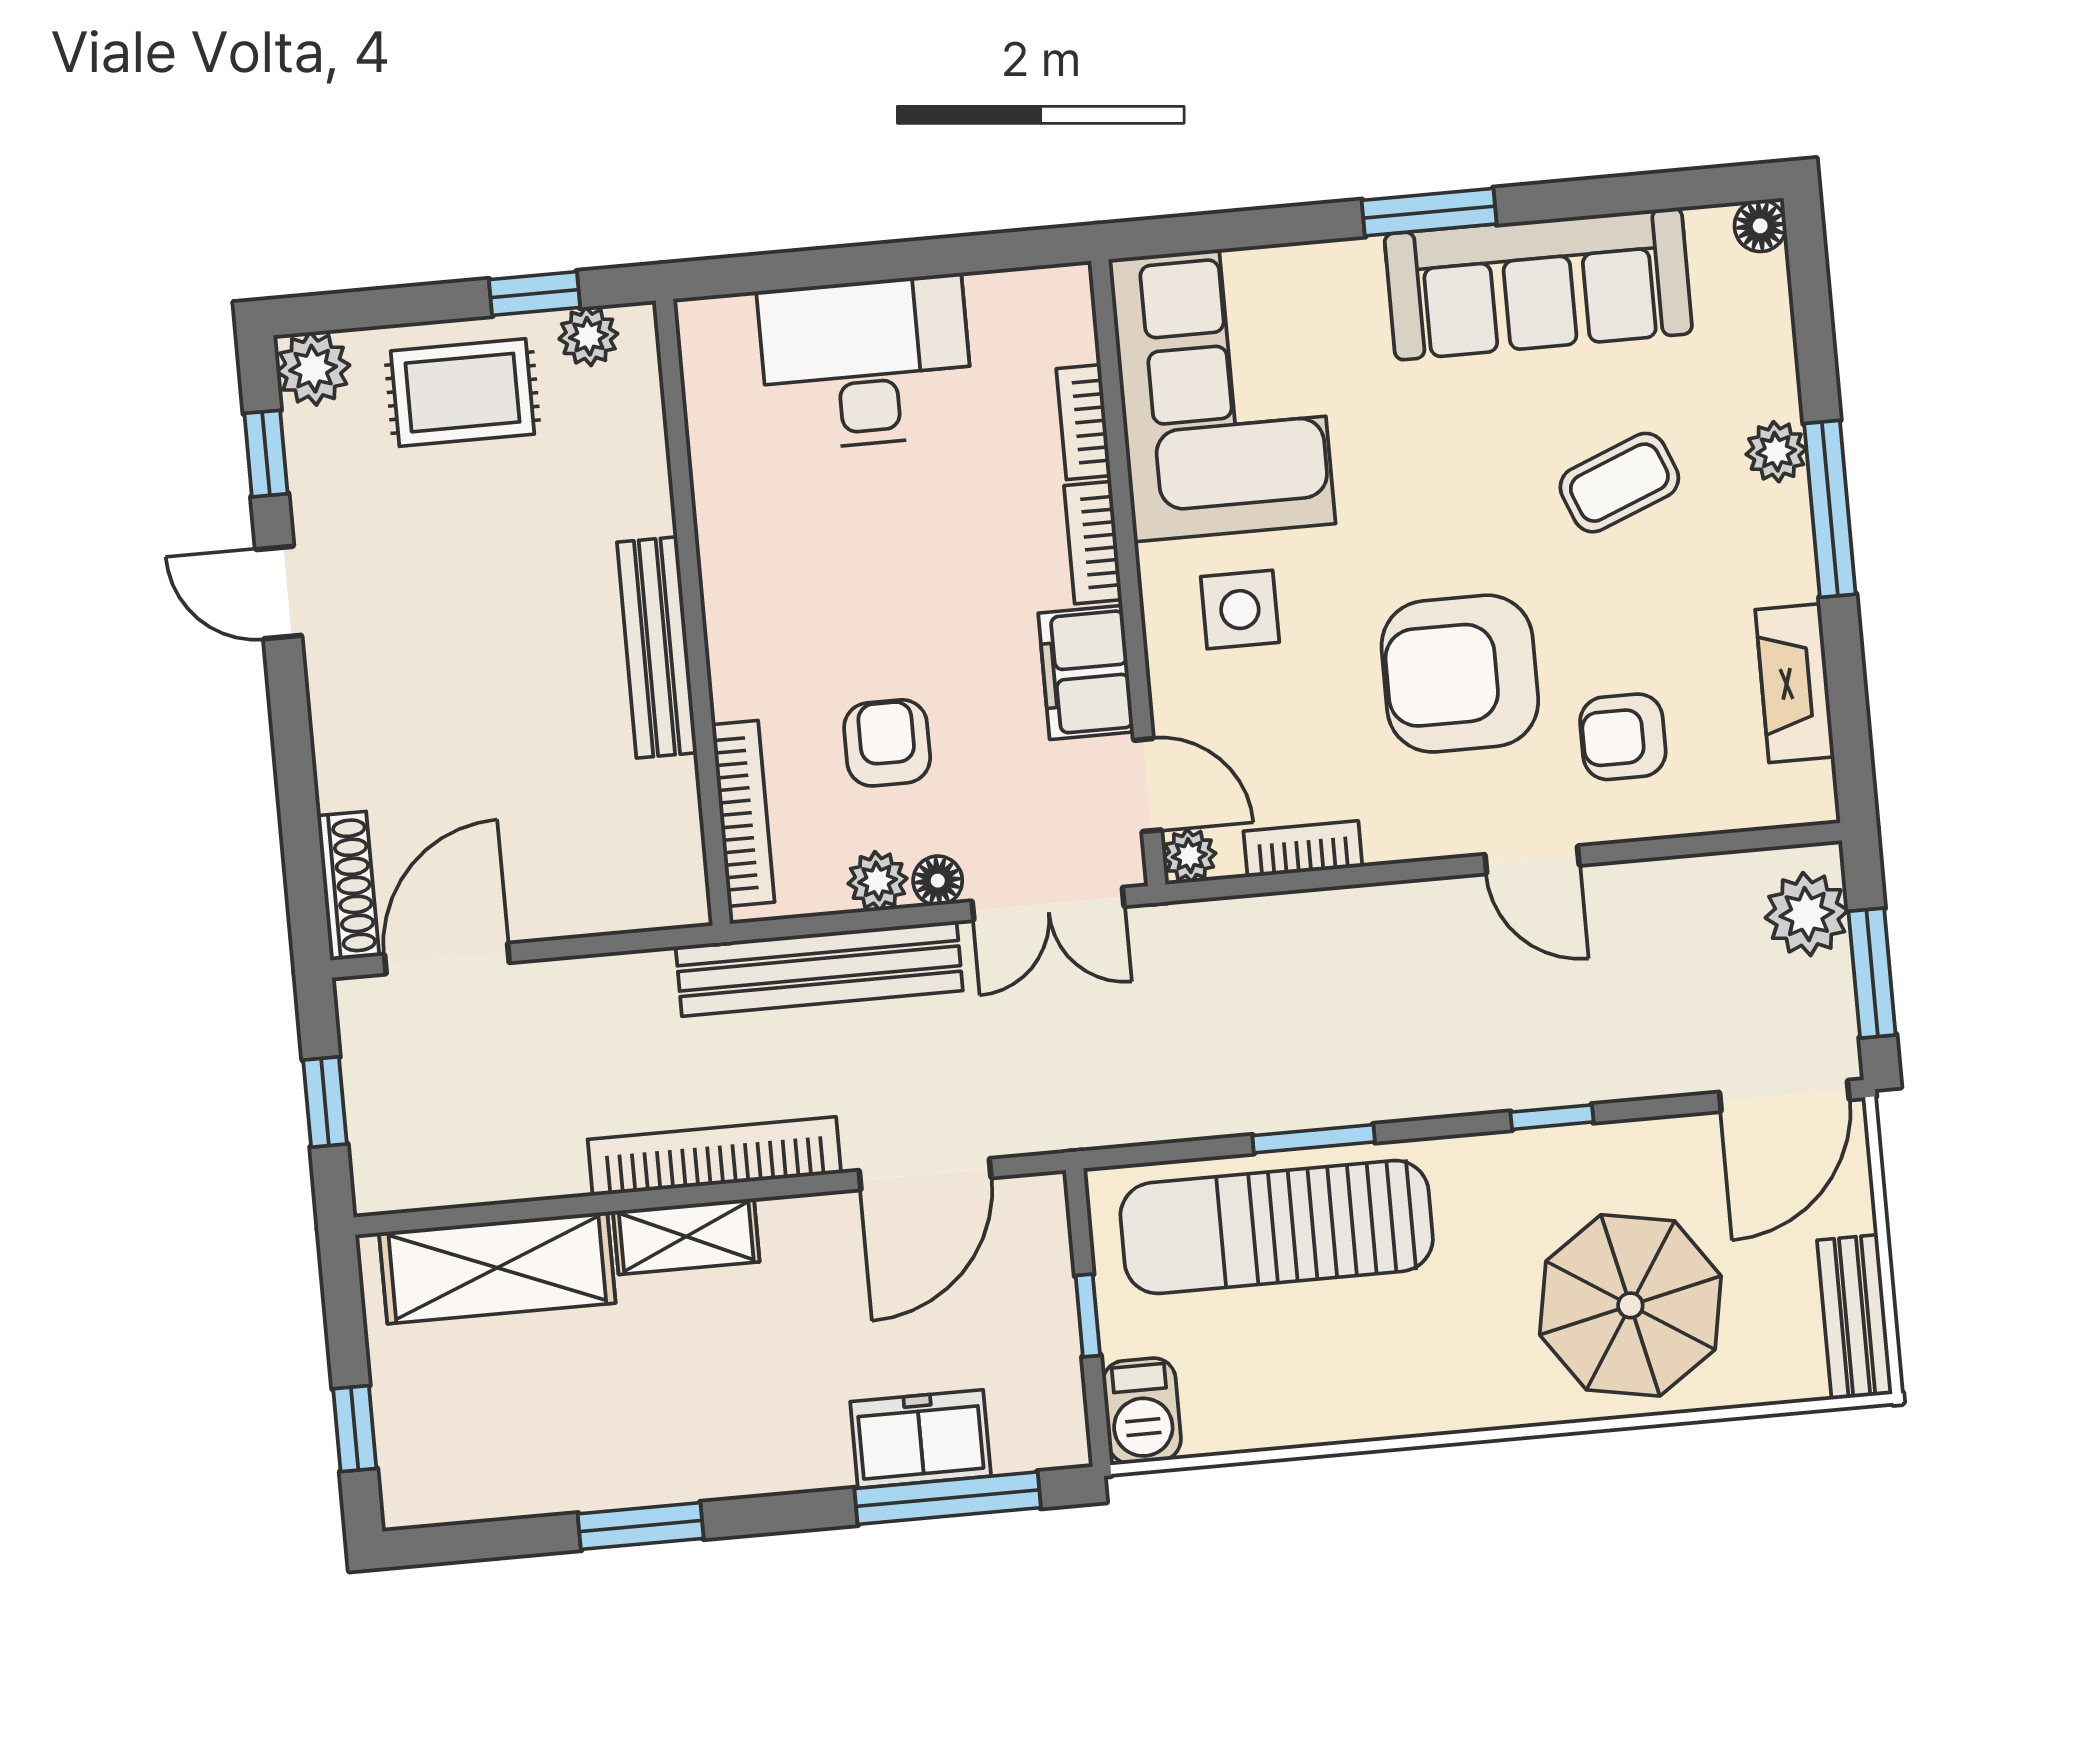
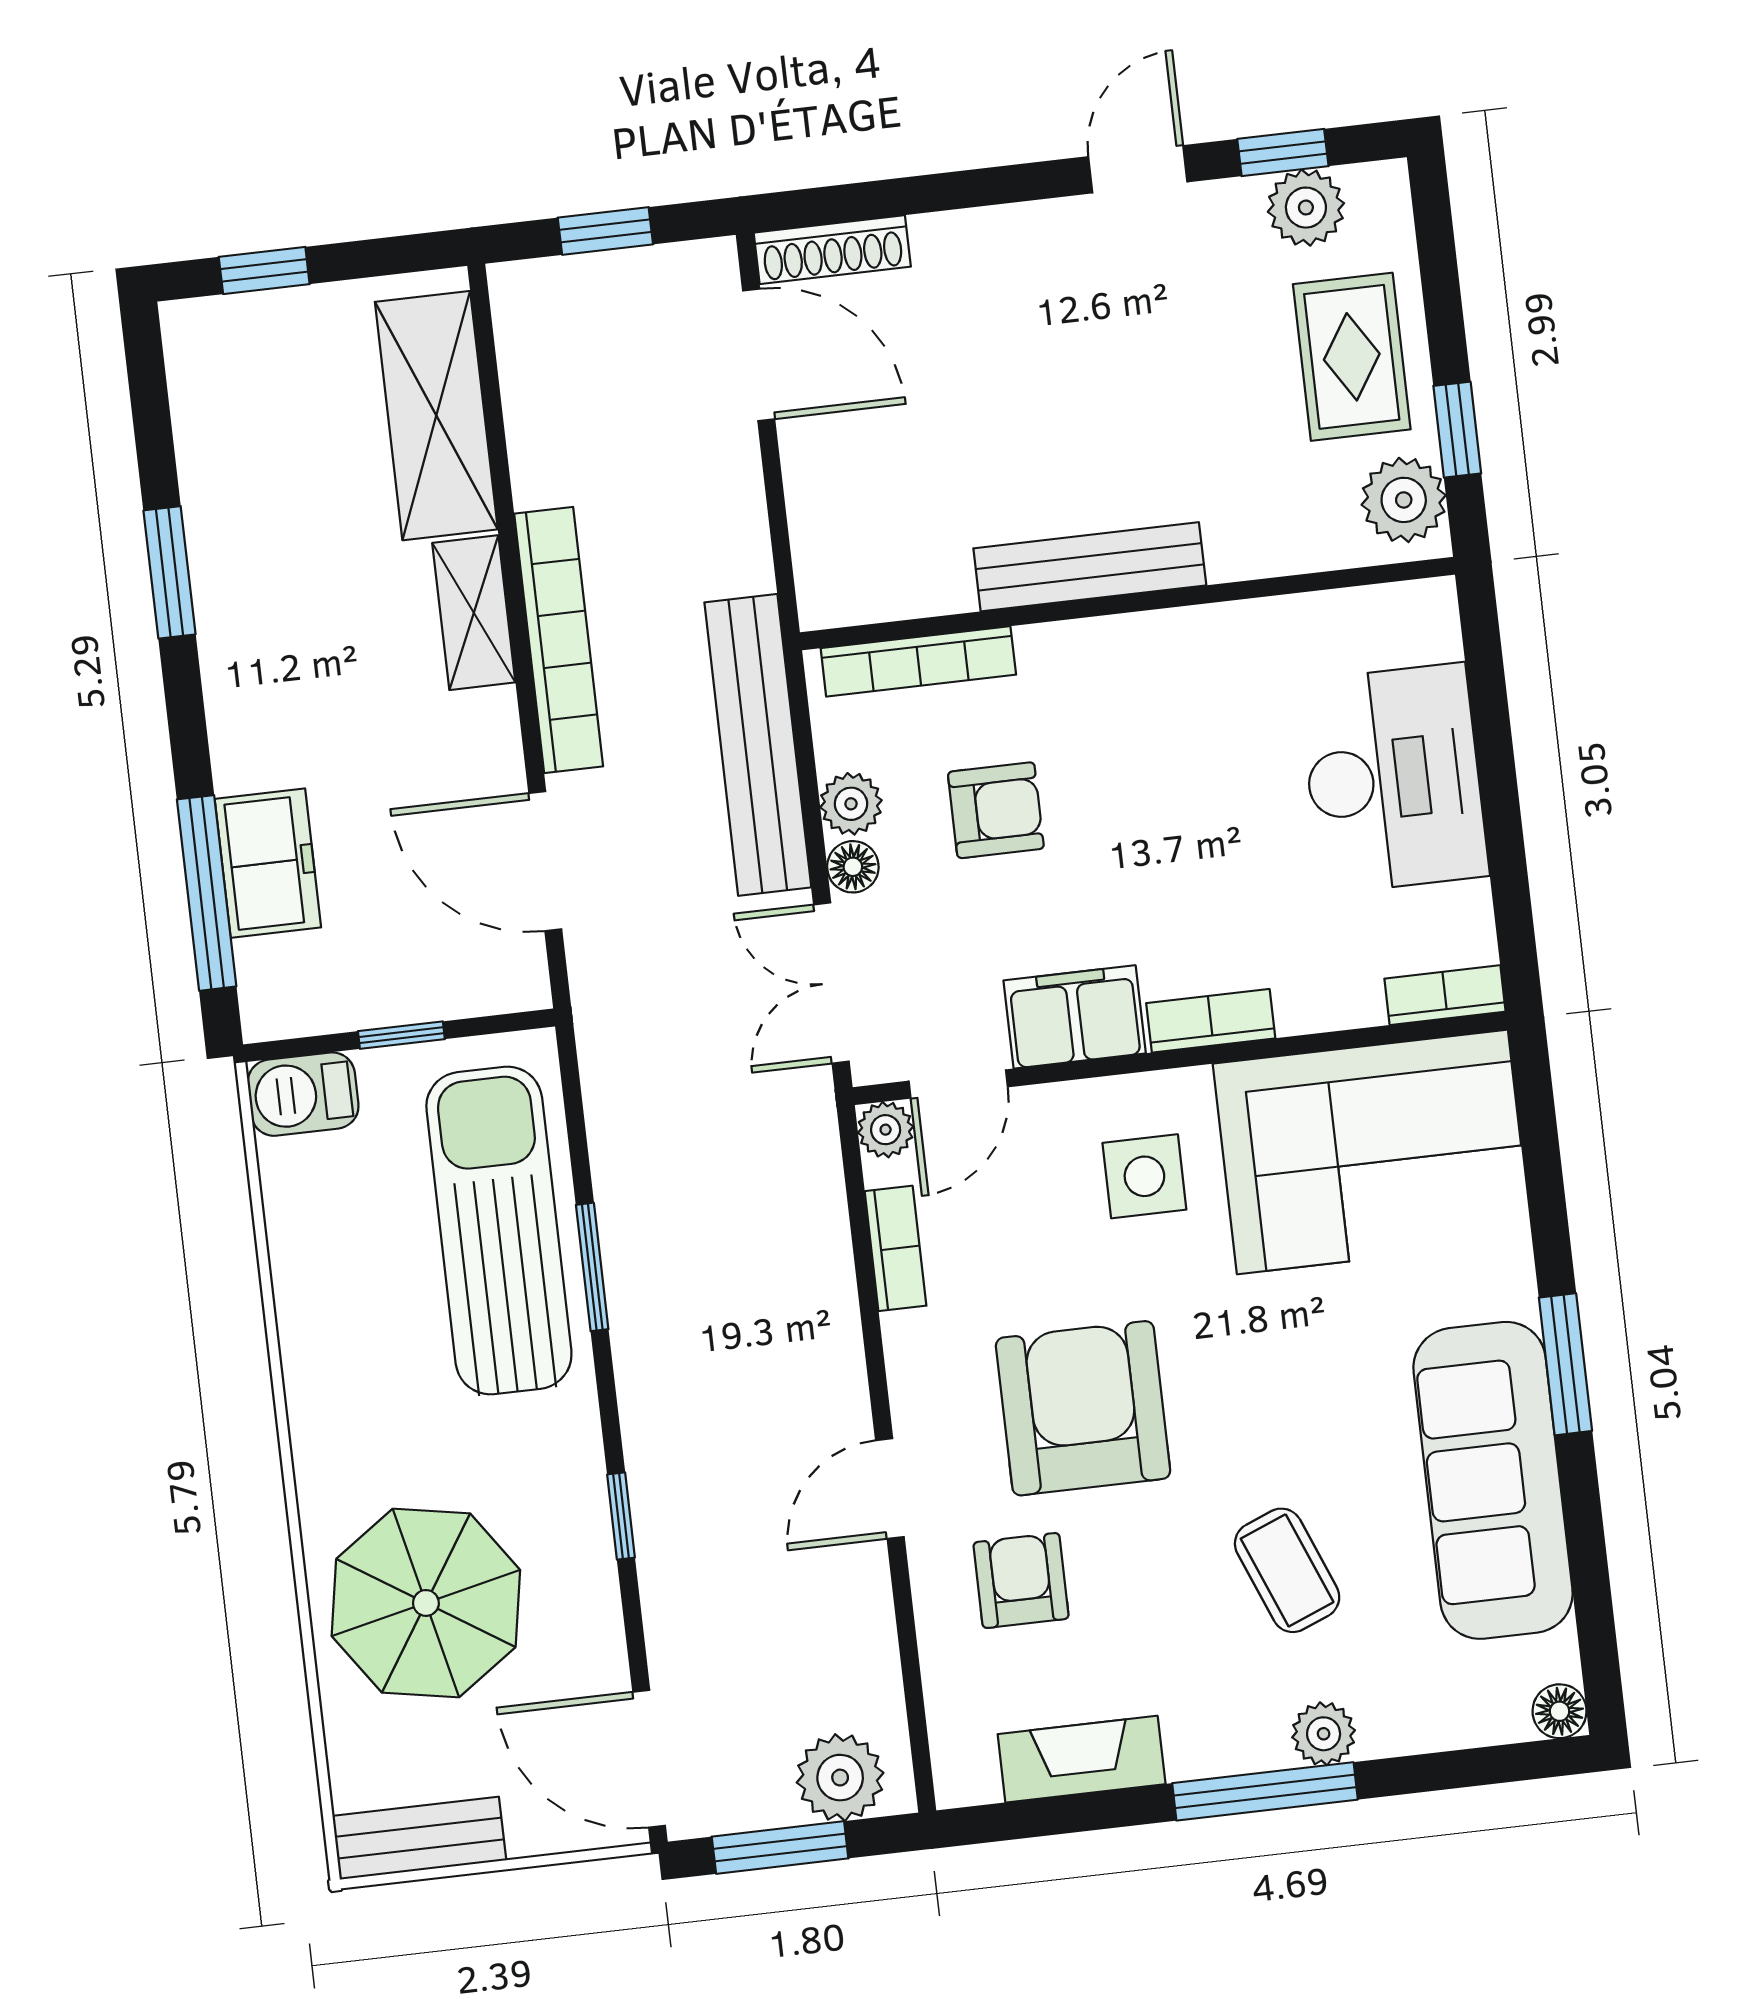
plant: (588, 336) -> (1404, 500), width x1.38, depth x1.38
plant: (313, 369) -> (1306, 208), moved
bookcase: (1083, 422) -> (1445, 995), moved

